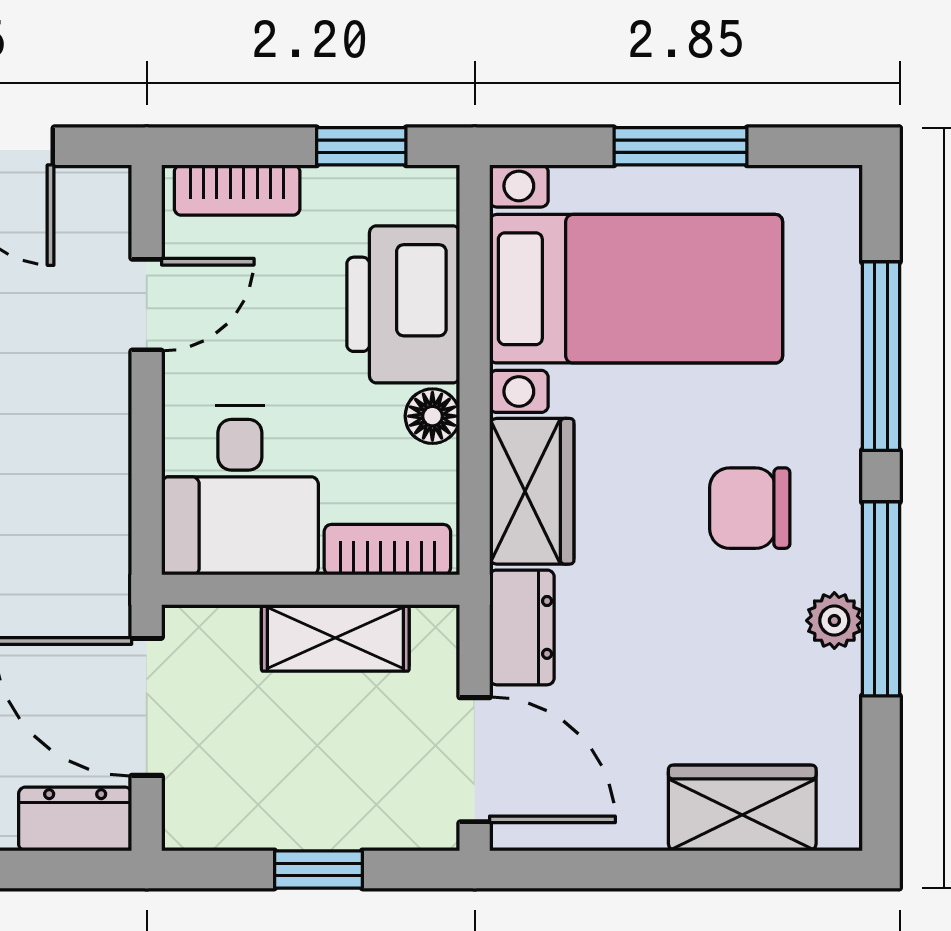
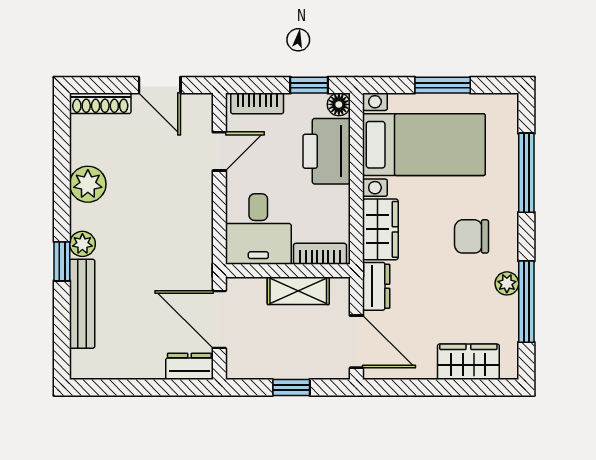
floor lamp: (432, 416) -> (339, 104), moved
window: (881, 599) -> (526, 302), moved

